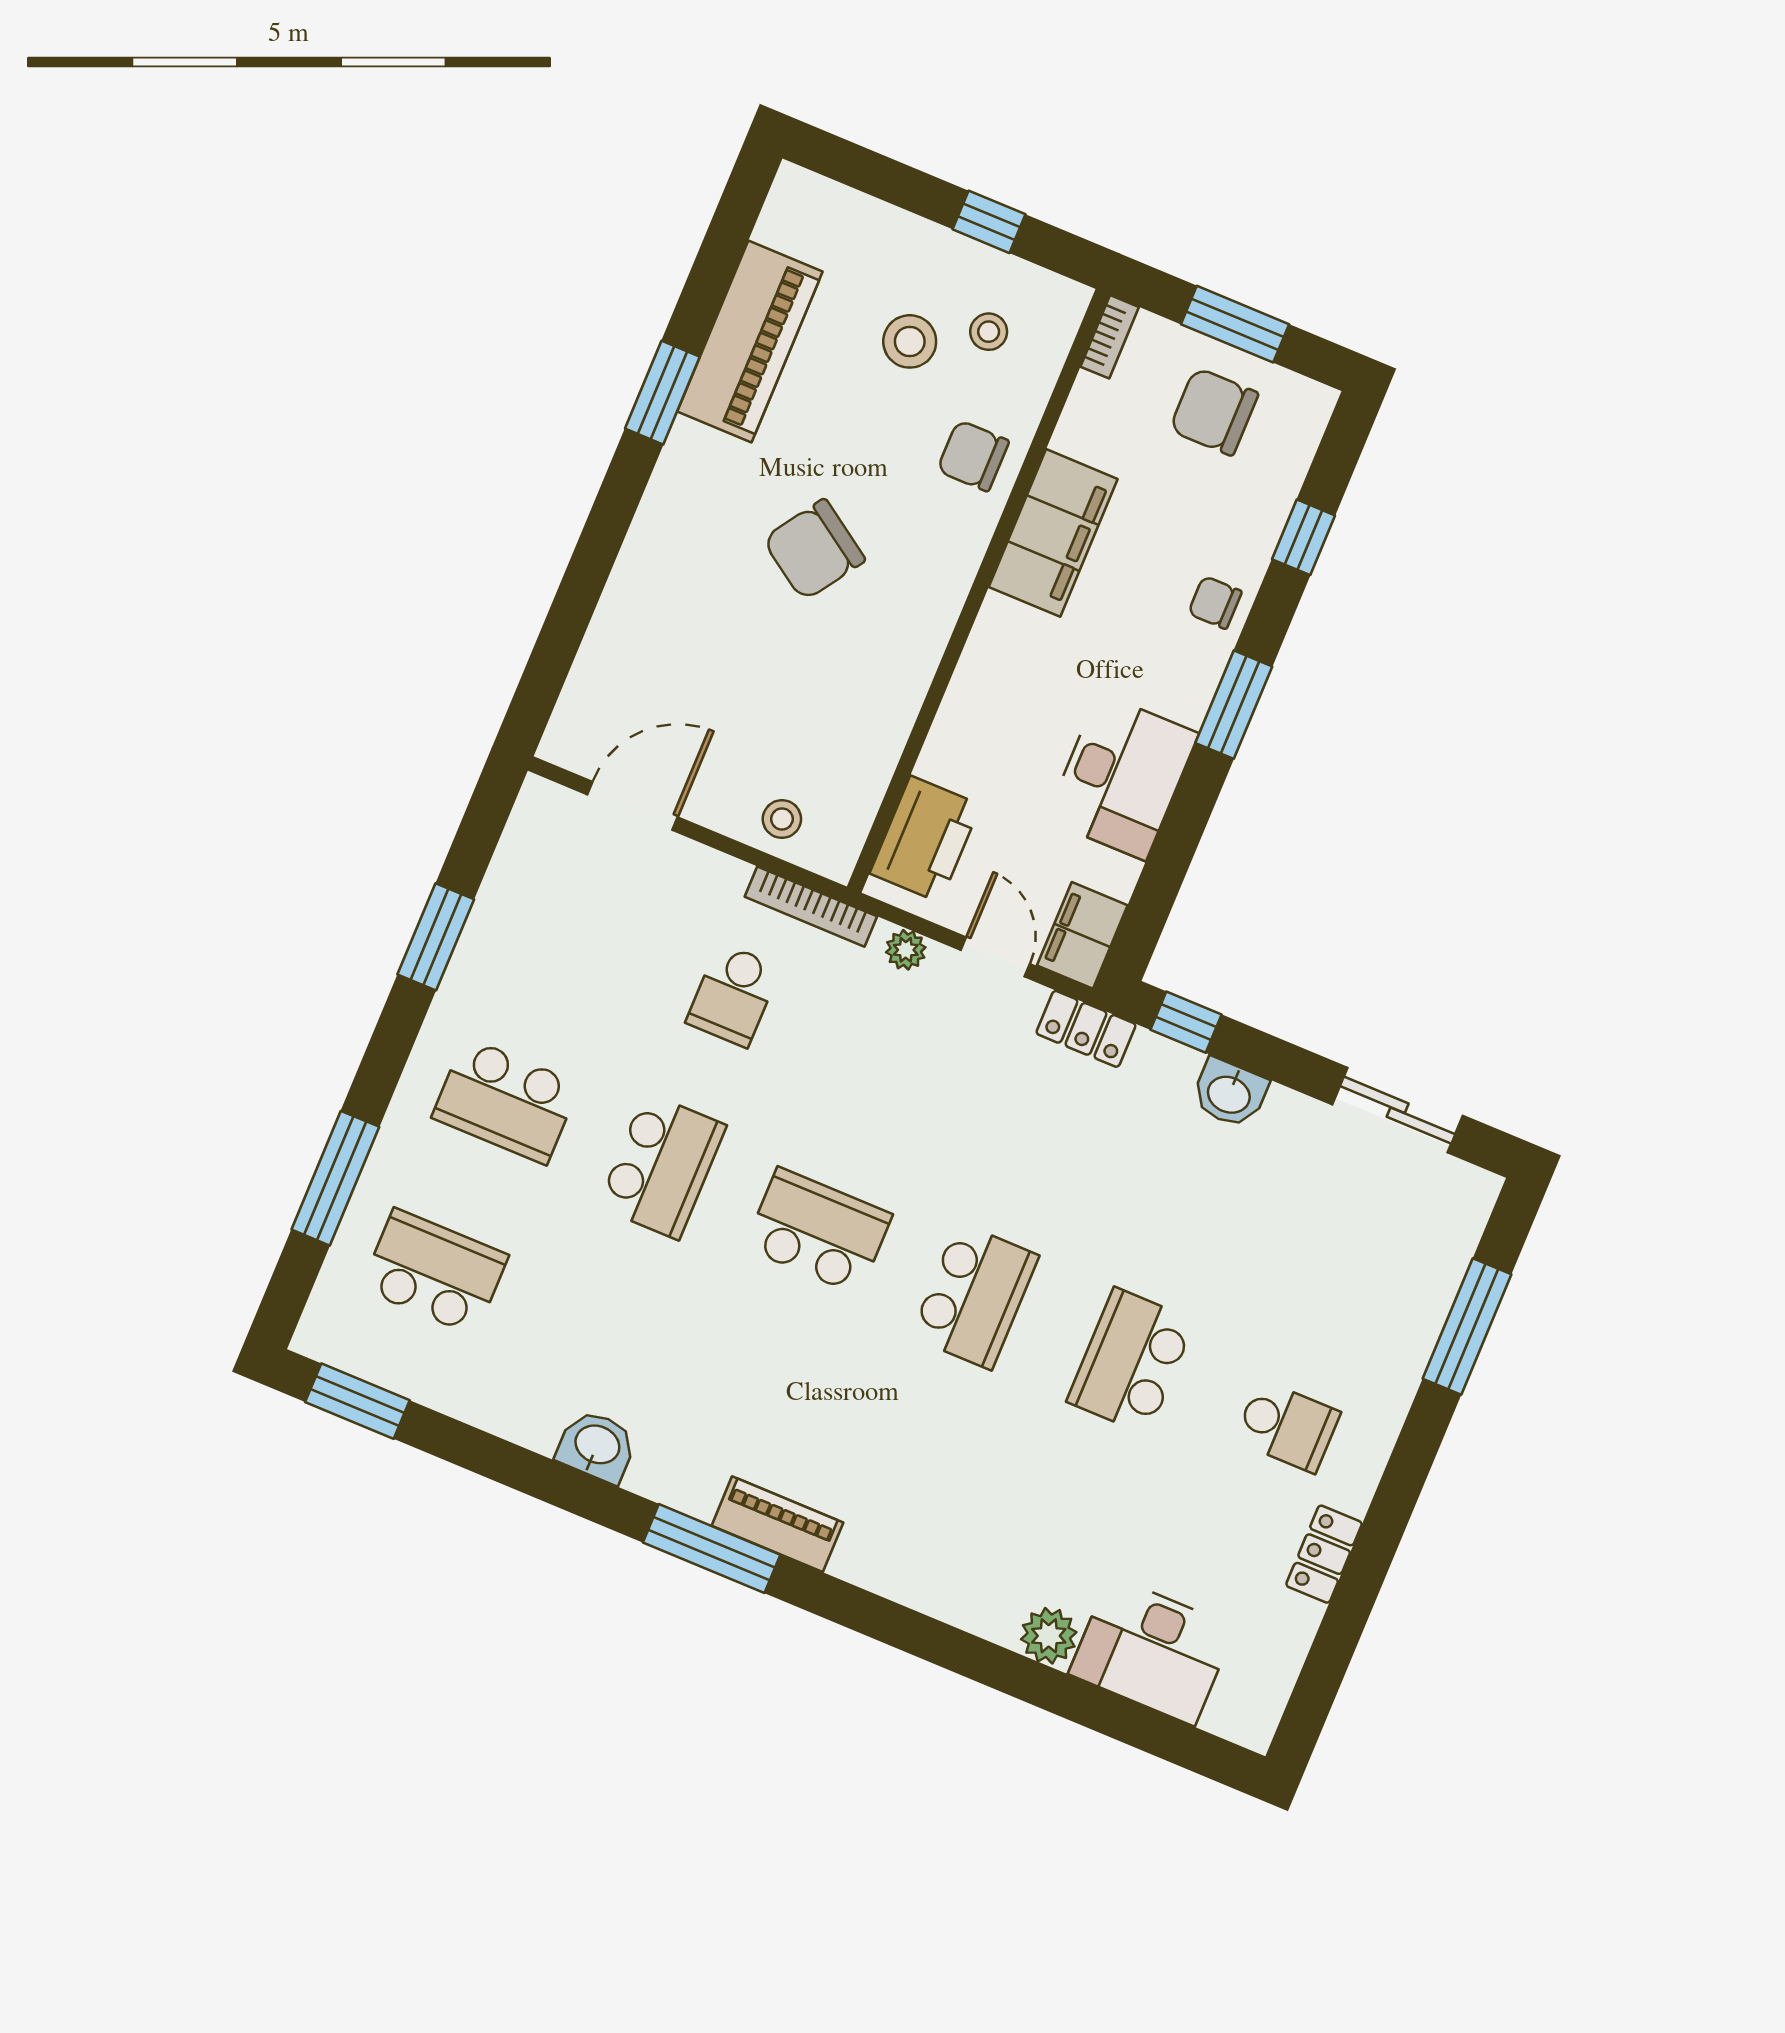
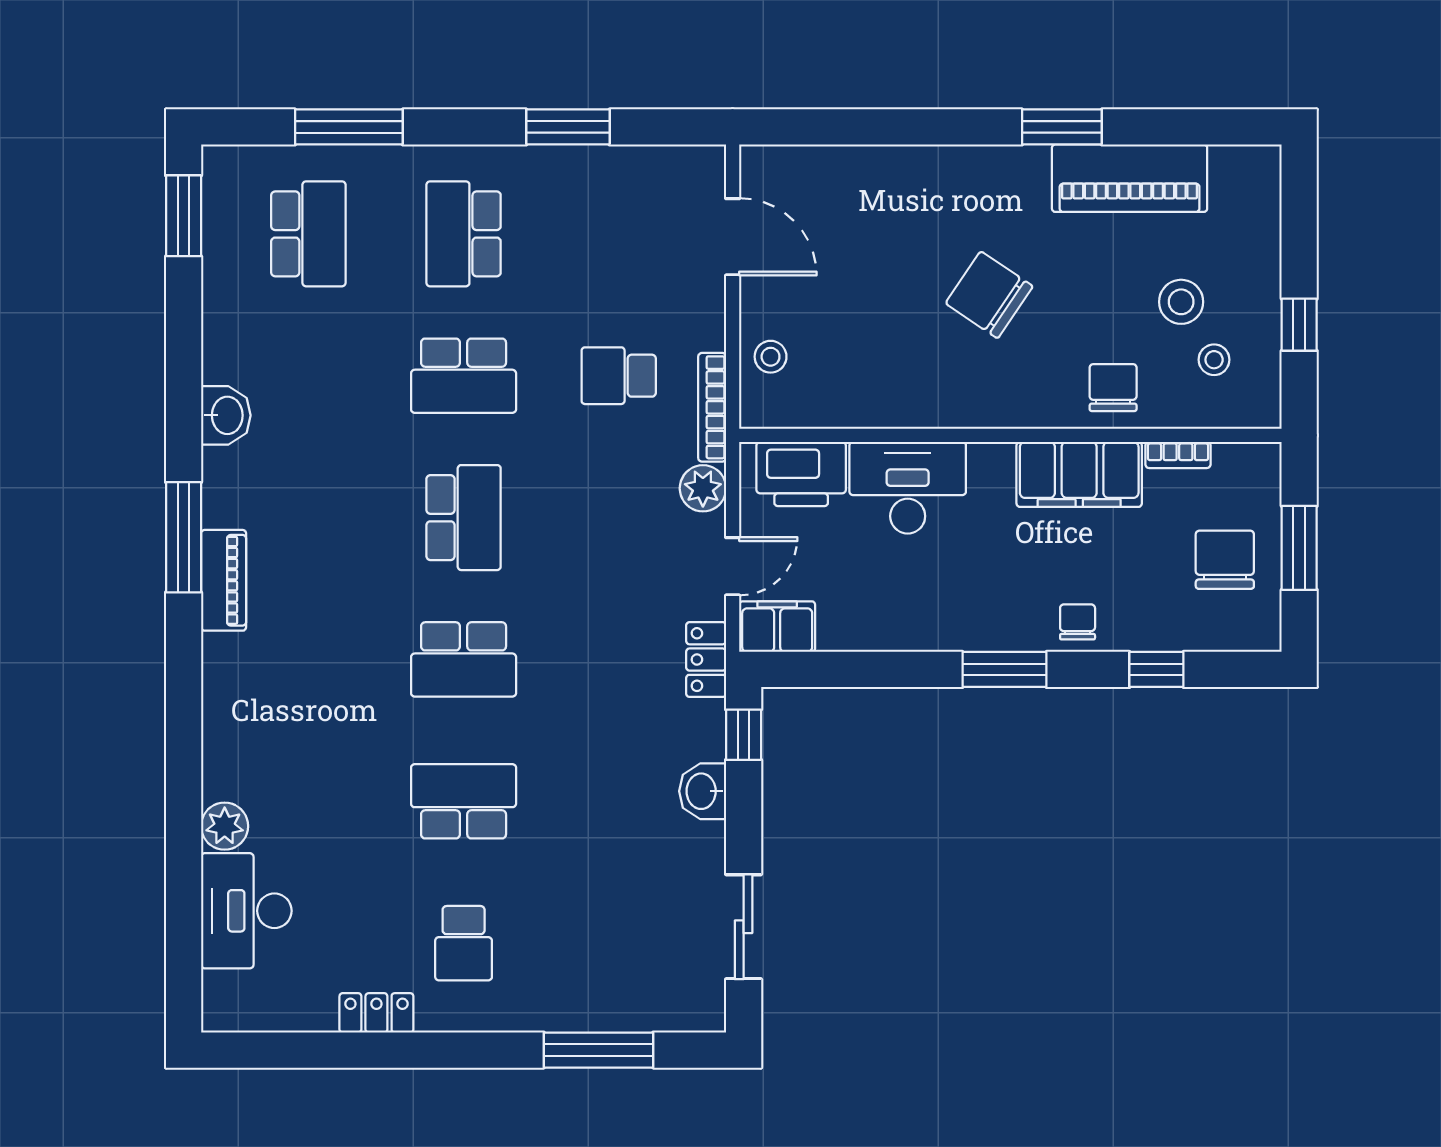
bookcase: (1110, 337) -> (1178, 455), moved
desk: (1122, 776) -> (908, 488), moved, turned 180
plant: (906, 950) -> (703, 488), width x1.38, depth x1.38

